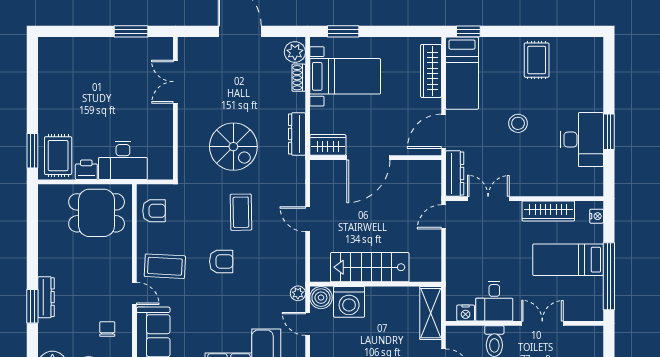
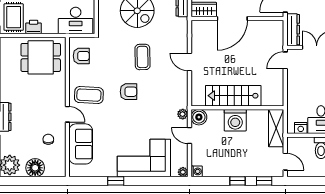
desk: (123, 160) -> (76, 21), moved
washing machine: (349, 302) -> (235, 120), moved

